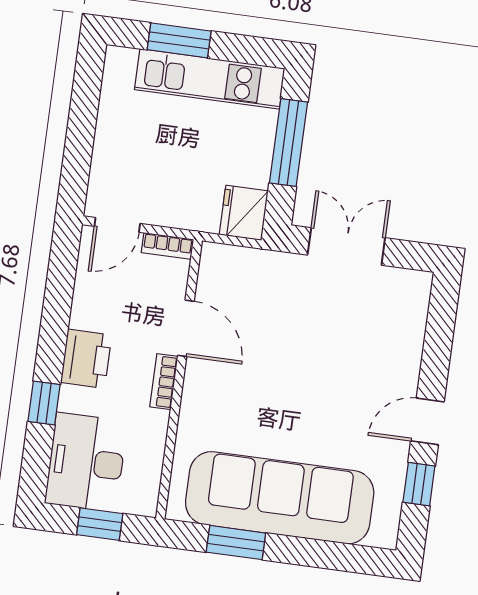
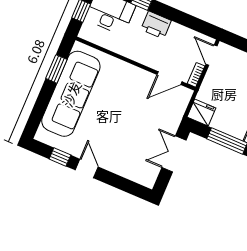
double door: (346, 246) -> (174, 154), swing flipped
door: (186, 328) -> (170, 78), moved
bookcase: (164, 382) -> (136, 57), removed

